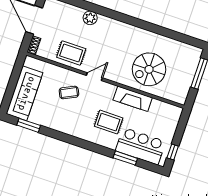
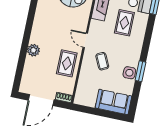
sofa: (25, 93) -> (113, 102), width x0.73
side table: (53, 121) -> (129, 73), added
window: (29, 125) -> (141, 71), moved

